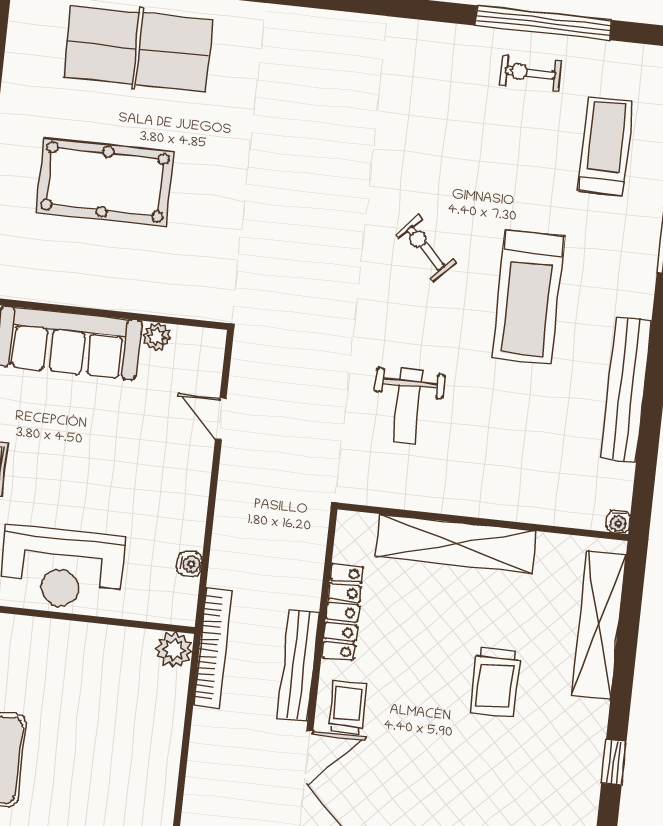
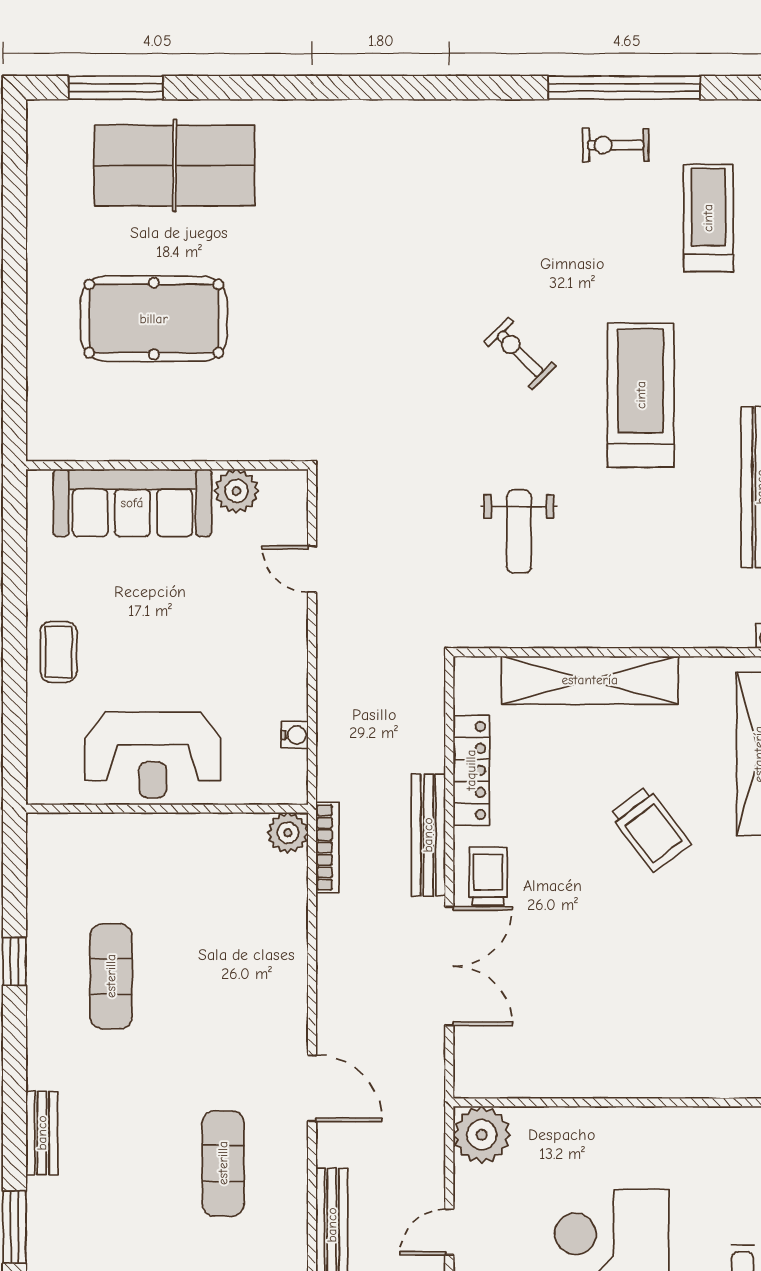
treadmill: (528, 297) -> (641, 395), turned 180
plant: (157, 337) -> (237, 491), width x1.38, depth x1.38
bookcase: (213, 648) -> (327, 848), width x0.68, depth x0.76
trolley: (495, 681) -> (650, 829), turned -37

